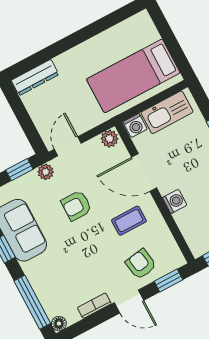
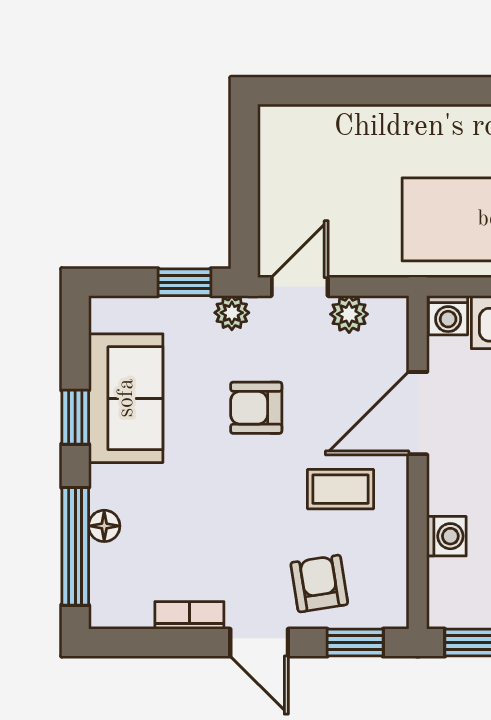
dresser: (35, 77) -> (307, 123), removed
plant: (110, 139) -> (349, 314), moved
door: (144, 172) -> (418, 413), hinge flipped
washing machine: (175, 201) -> (446, 536), moved
floor lamp: (59, 323) -> (104, 526), moved

